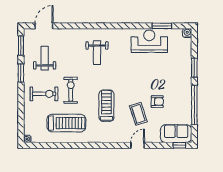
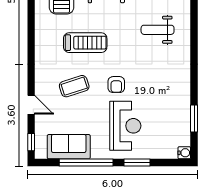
reception desk: (149, 41) -> (125, 126), moved
armchair: (157, 102) -> (116, 85), moved
sofa: (176, 134) -> (69, 147), moved, turned -90
door: (138, 145) -> (31, 105), moved

